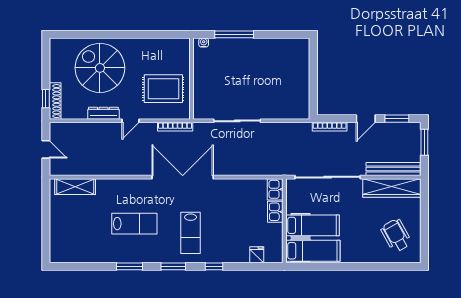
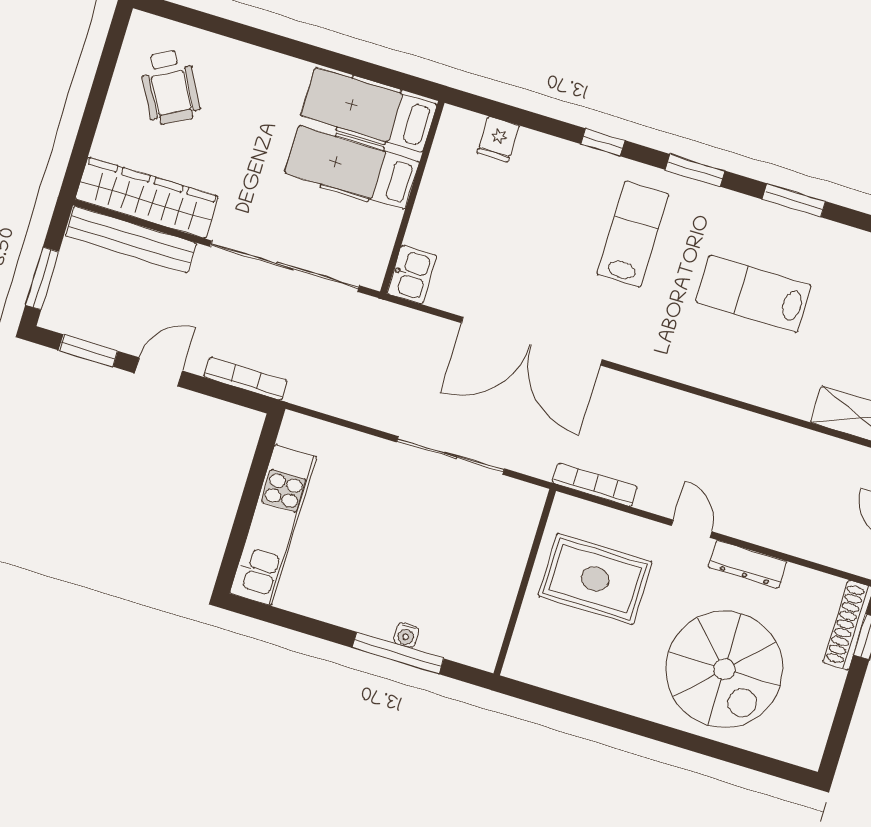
water cooler: (204, 43) -> (406, 635), moved
kitchen unit: (300, 71) -> (273, 525), added
door: (130, 121) -> (692, 529), hinge flipped
double door: (183, 177) -> (532, 341), moved
kitchen sink: (275, 212) -> (427, 224), removed

